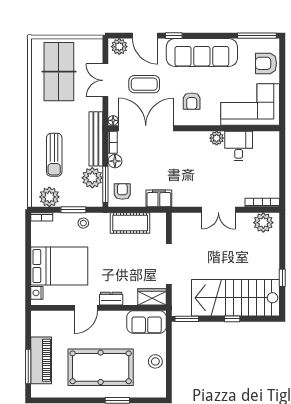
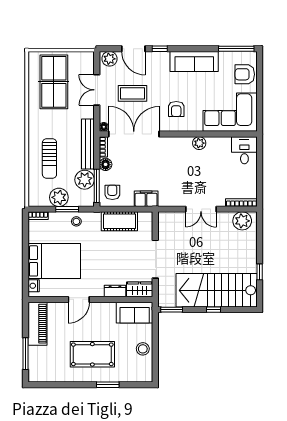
sofa: (202, 53) -> (194, 62), width x0.74, depth x0.79
desk: (239, 146) -> (244, 150), moved
plant: (49, 197) -> (59, 197), moved
dresser: (111, 299) -> (115, 291), moved
piano: (41, 360) -> (37, 324), moved
pool table: (101, 367) -> (92, 354), width x0.73, depth x0.76

